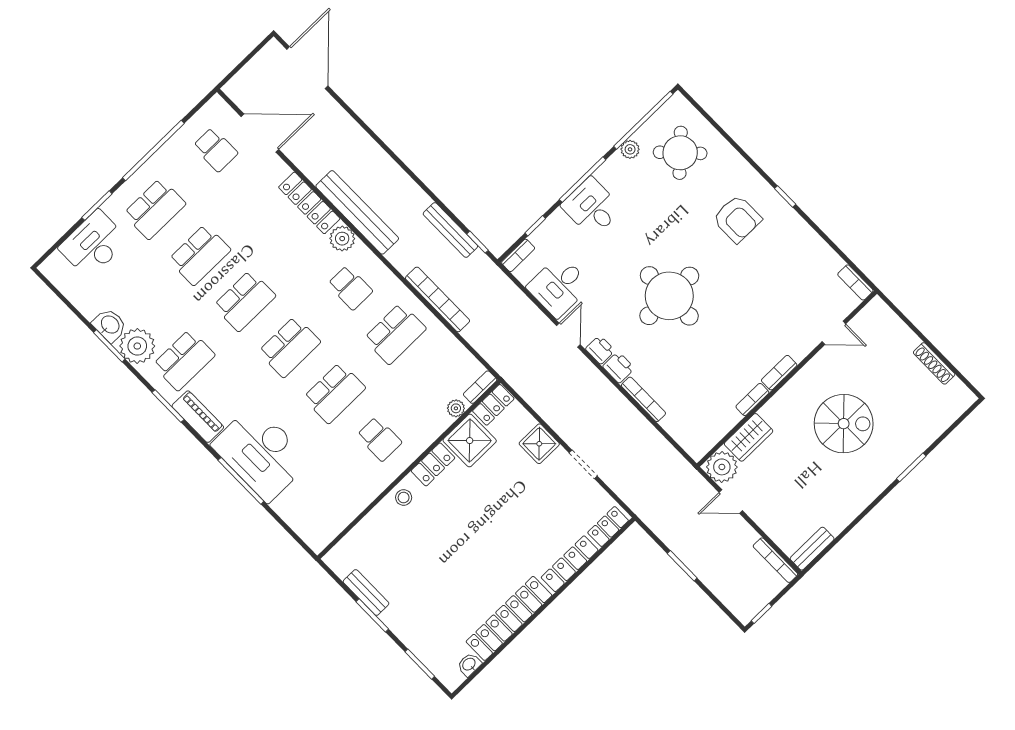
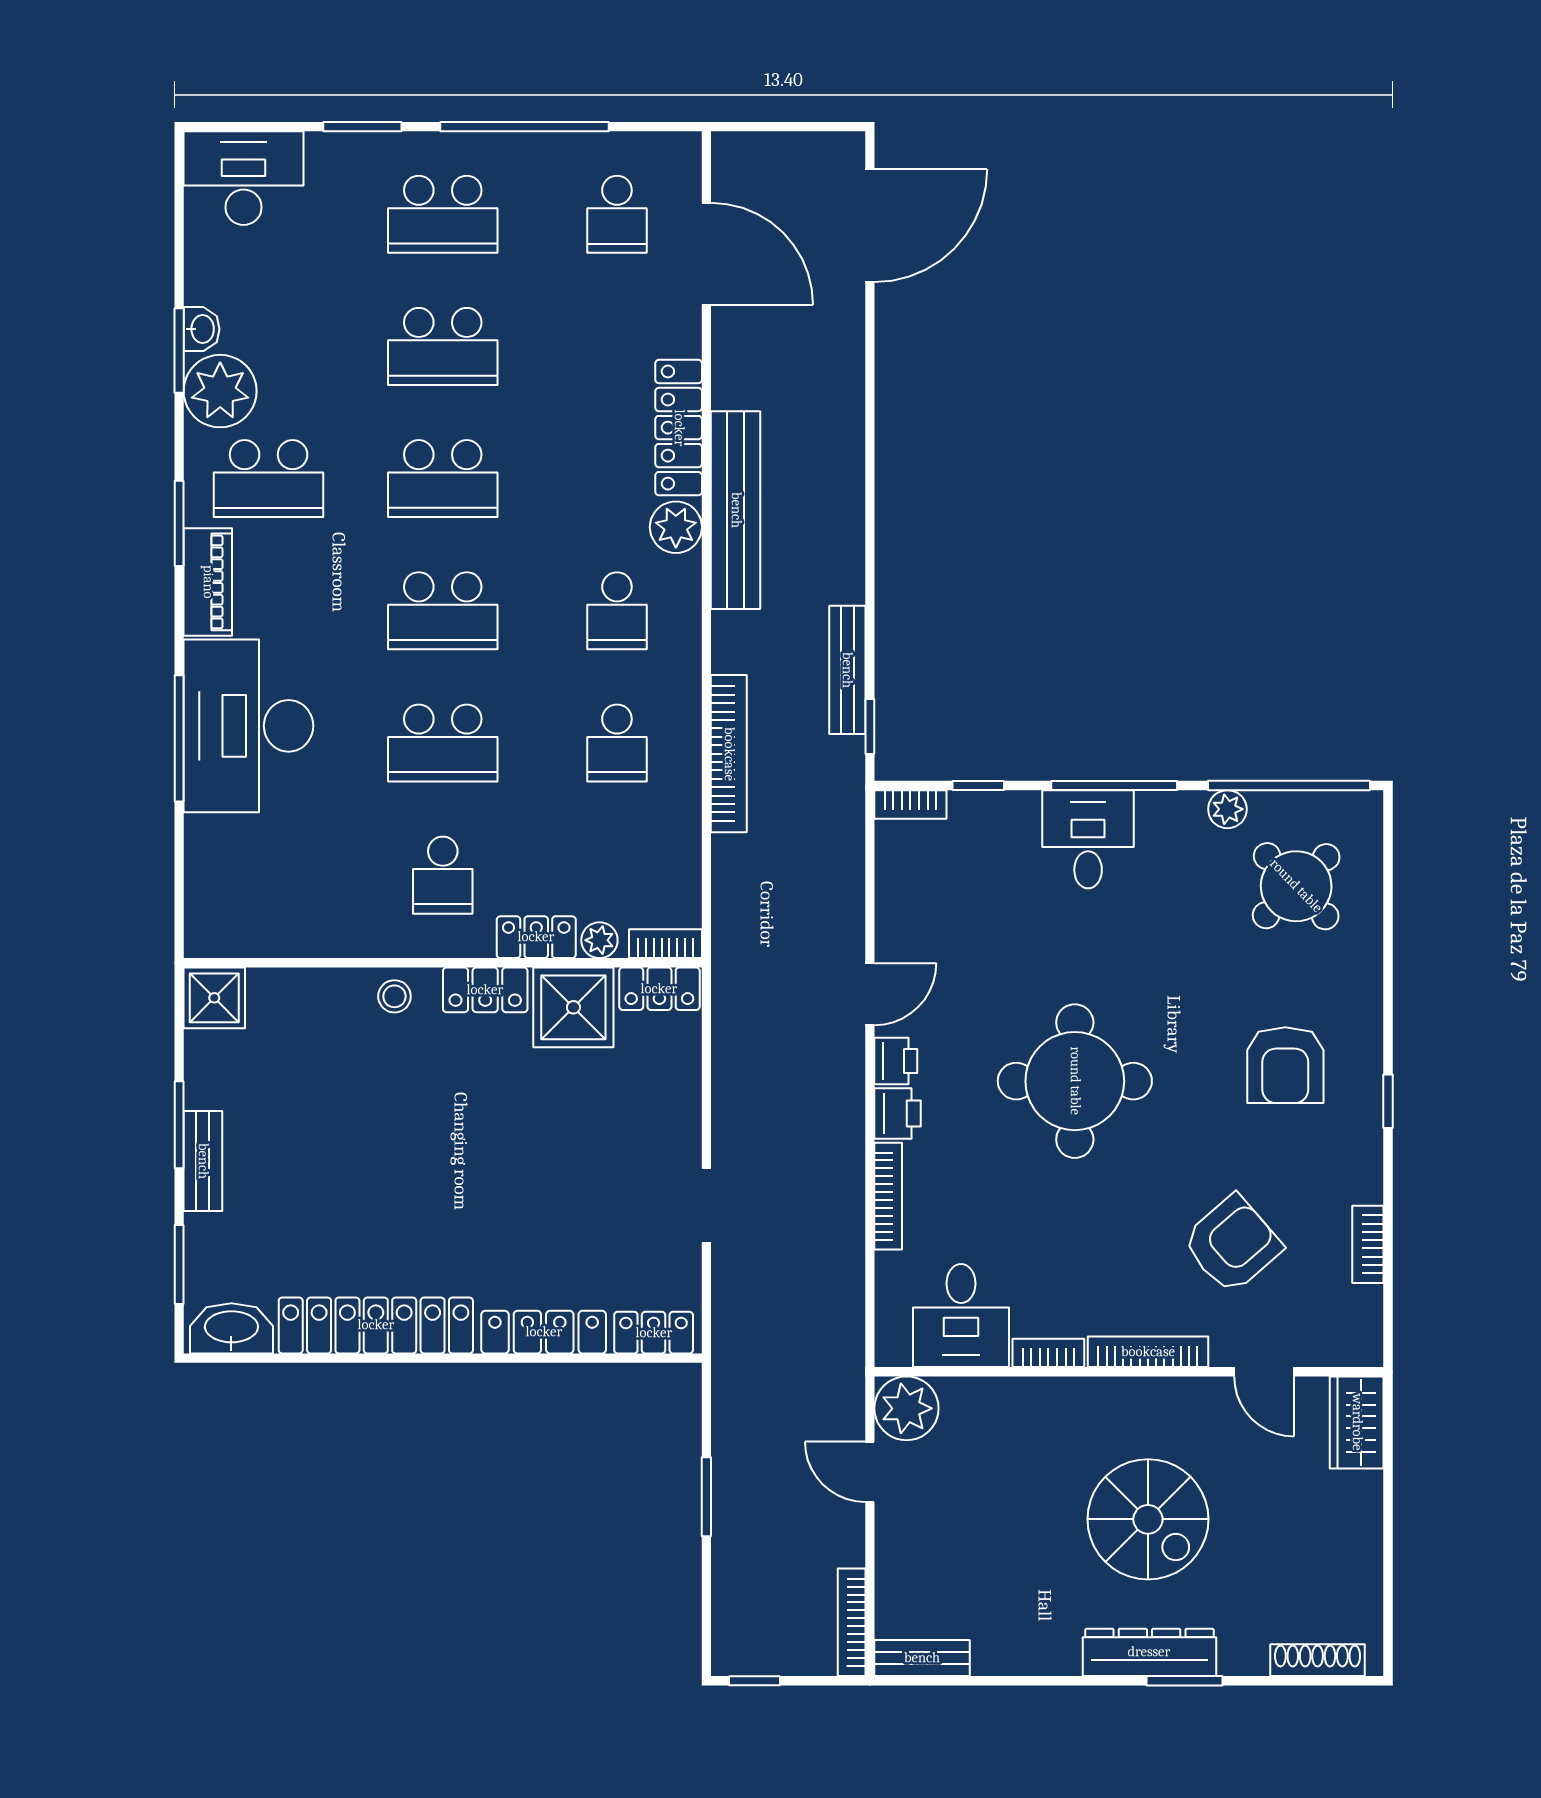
desk: (93, 244) -> (244, 178), moved
bookcase: (855, 282) -> (1368, 1244), moved
desk: (559, 286) -> (961, 1316), moved, turned -90
armchair: (780, 299) -> (1232, 1244), added
washbasin: (110, 325) -> (202, 329), width x0.72, depth x0.69
school desk: (395, 334) -> (617, 743), width x0.54
shoe rack: (934, 363) -> (1318, 1660), moved, turned 90
bookcase: (779, 373) -> (1148, 1352), width x1.56
locker: (433, 429) -> (536, 937), added
wardrobe: (749, 437) -> (1357, 1422), moved, turned 90
shower: (539, 444) -> (214, 998), moved
dresser: (889, 469) -> (1149, 1652), added
bench: (366, 592) -> (203, 1161), moved
washbasin: (469, 664) -> (231, 1328), width x1.91, depth x1.45

